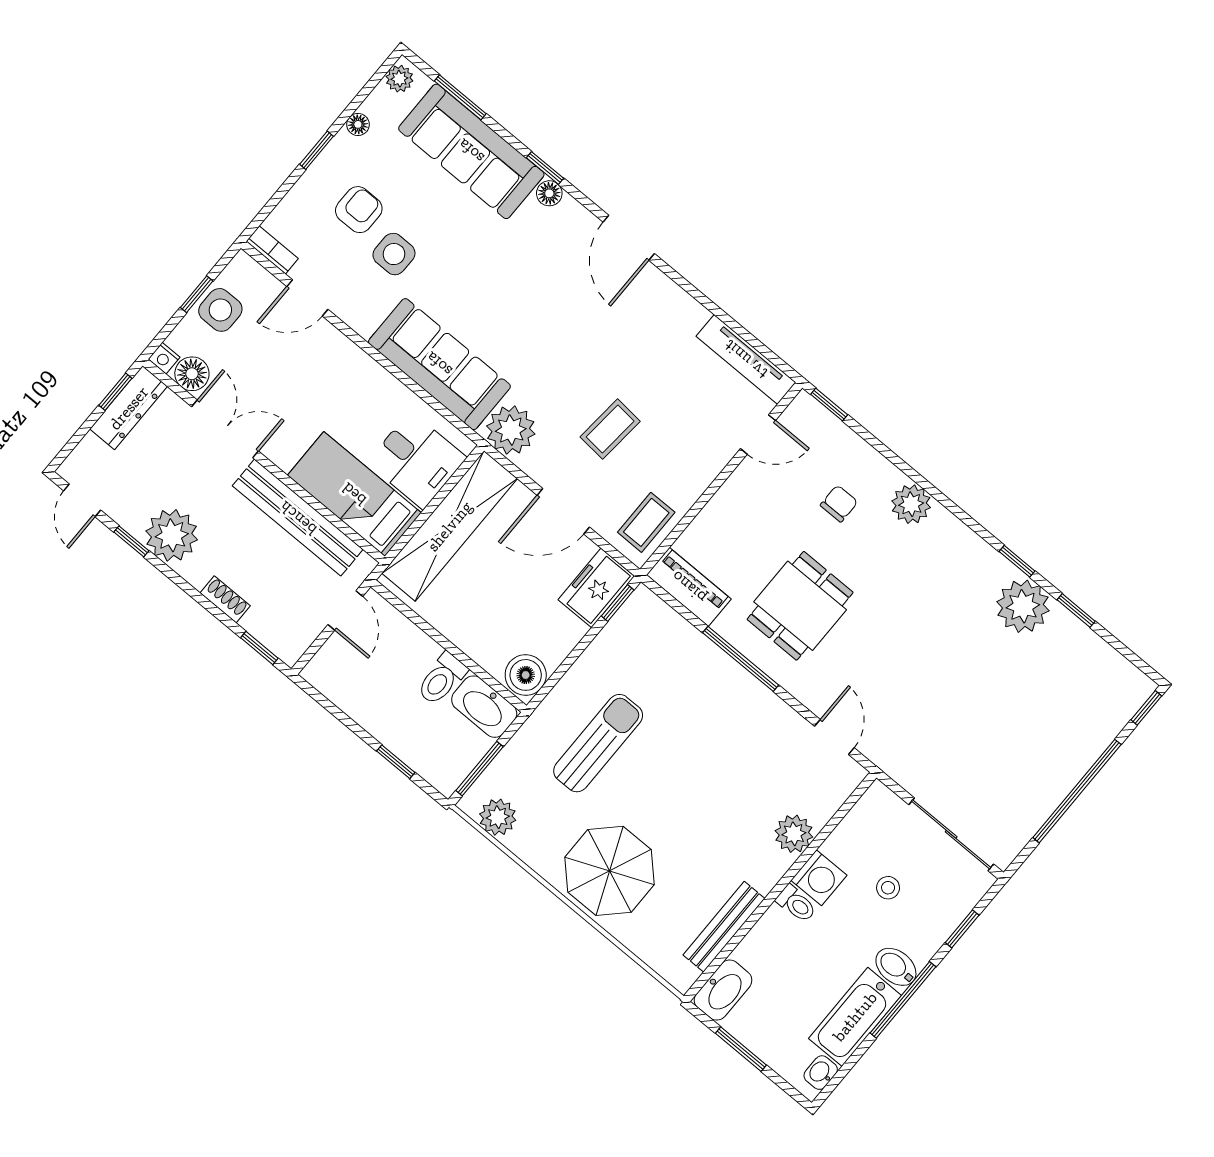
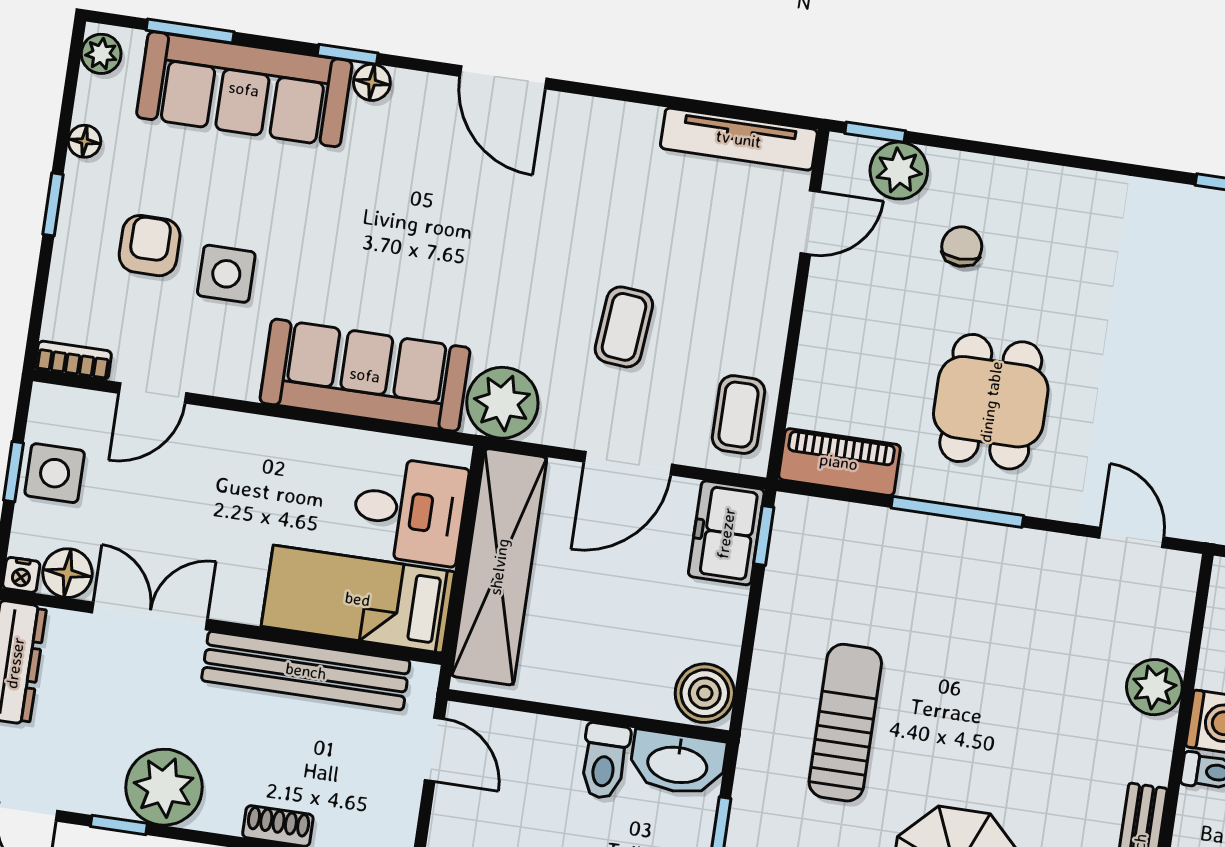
plant: (911, 504) -> (899, 171), moved

